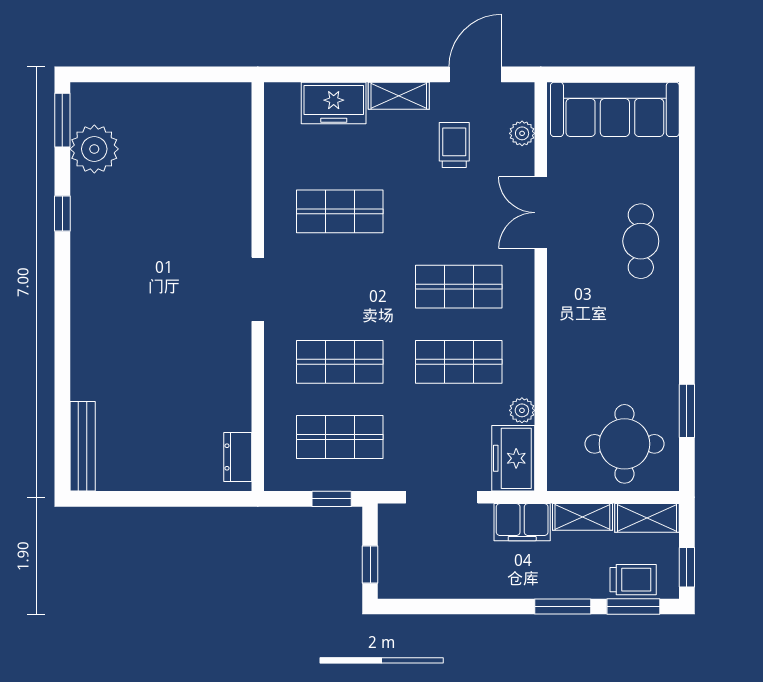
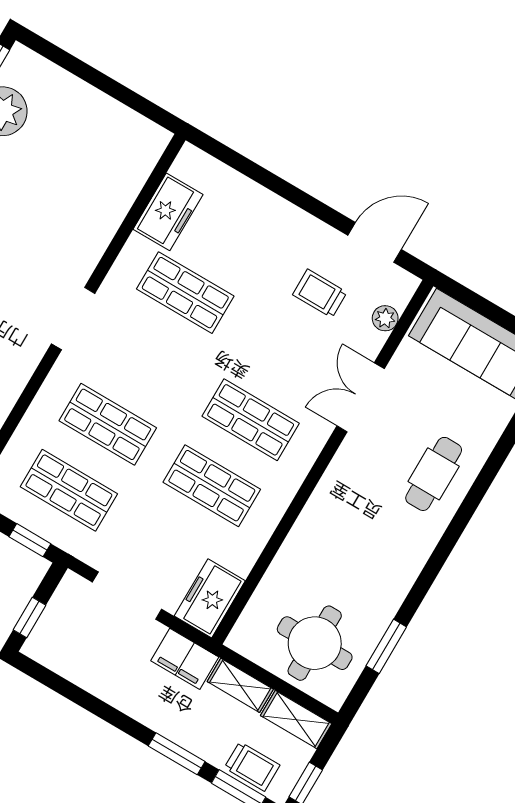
shelving: (399, 96) -> (297, 222), removed
freezer: (334, 103) -> (168, 212), moved, turned -90
trolley: (454, 145) -> (320, 293), turned -90
plant: (522, 410) -> (242, 561), removed

